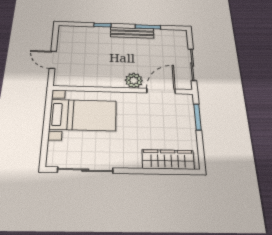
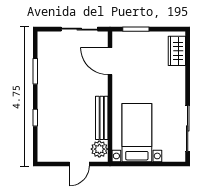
bench: (132, 33) -> (102, 118), moved
plant: (134, 80) -> (99, 149), moved
wardrobe: (168, 159) -> (177, 51), width x0.67

